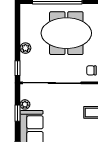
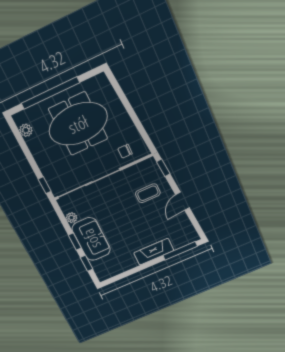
plant: (25, 48) -> (26, 130), moved
window: (18, 113) -> (75, 242), moved

